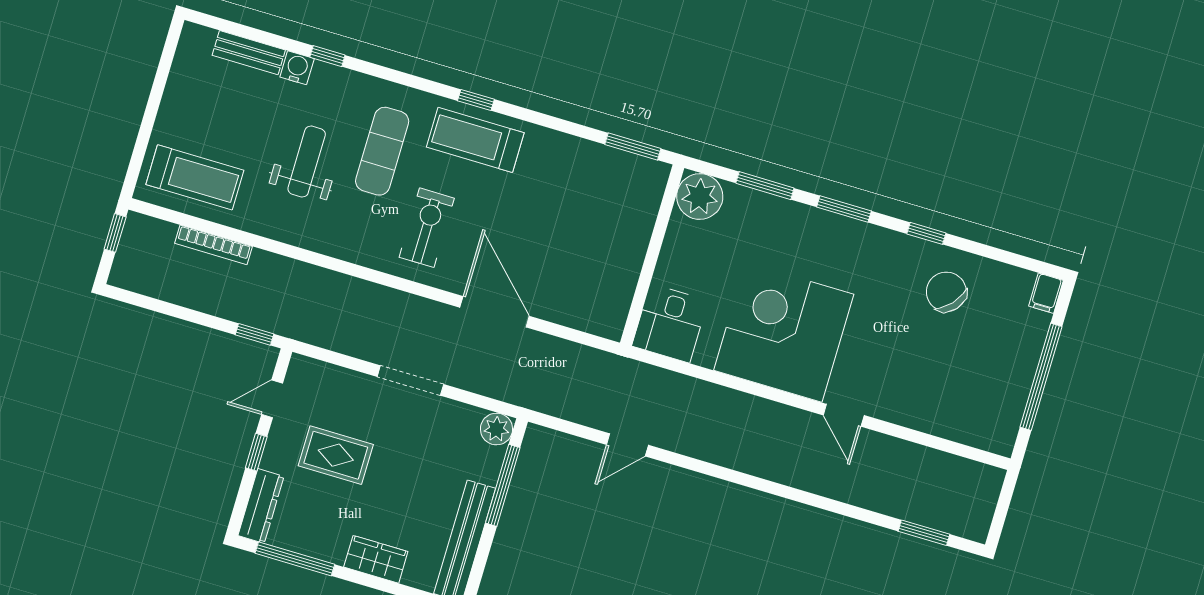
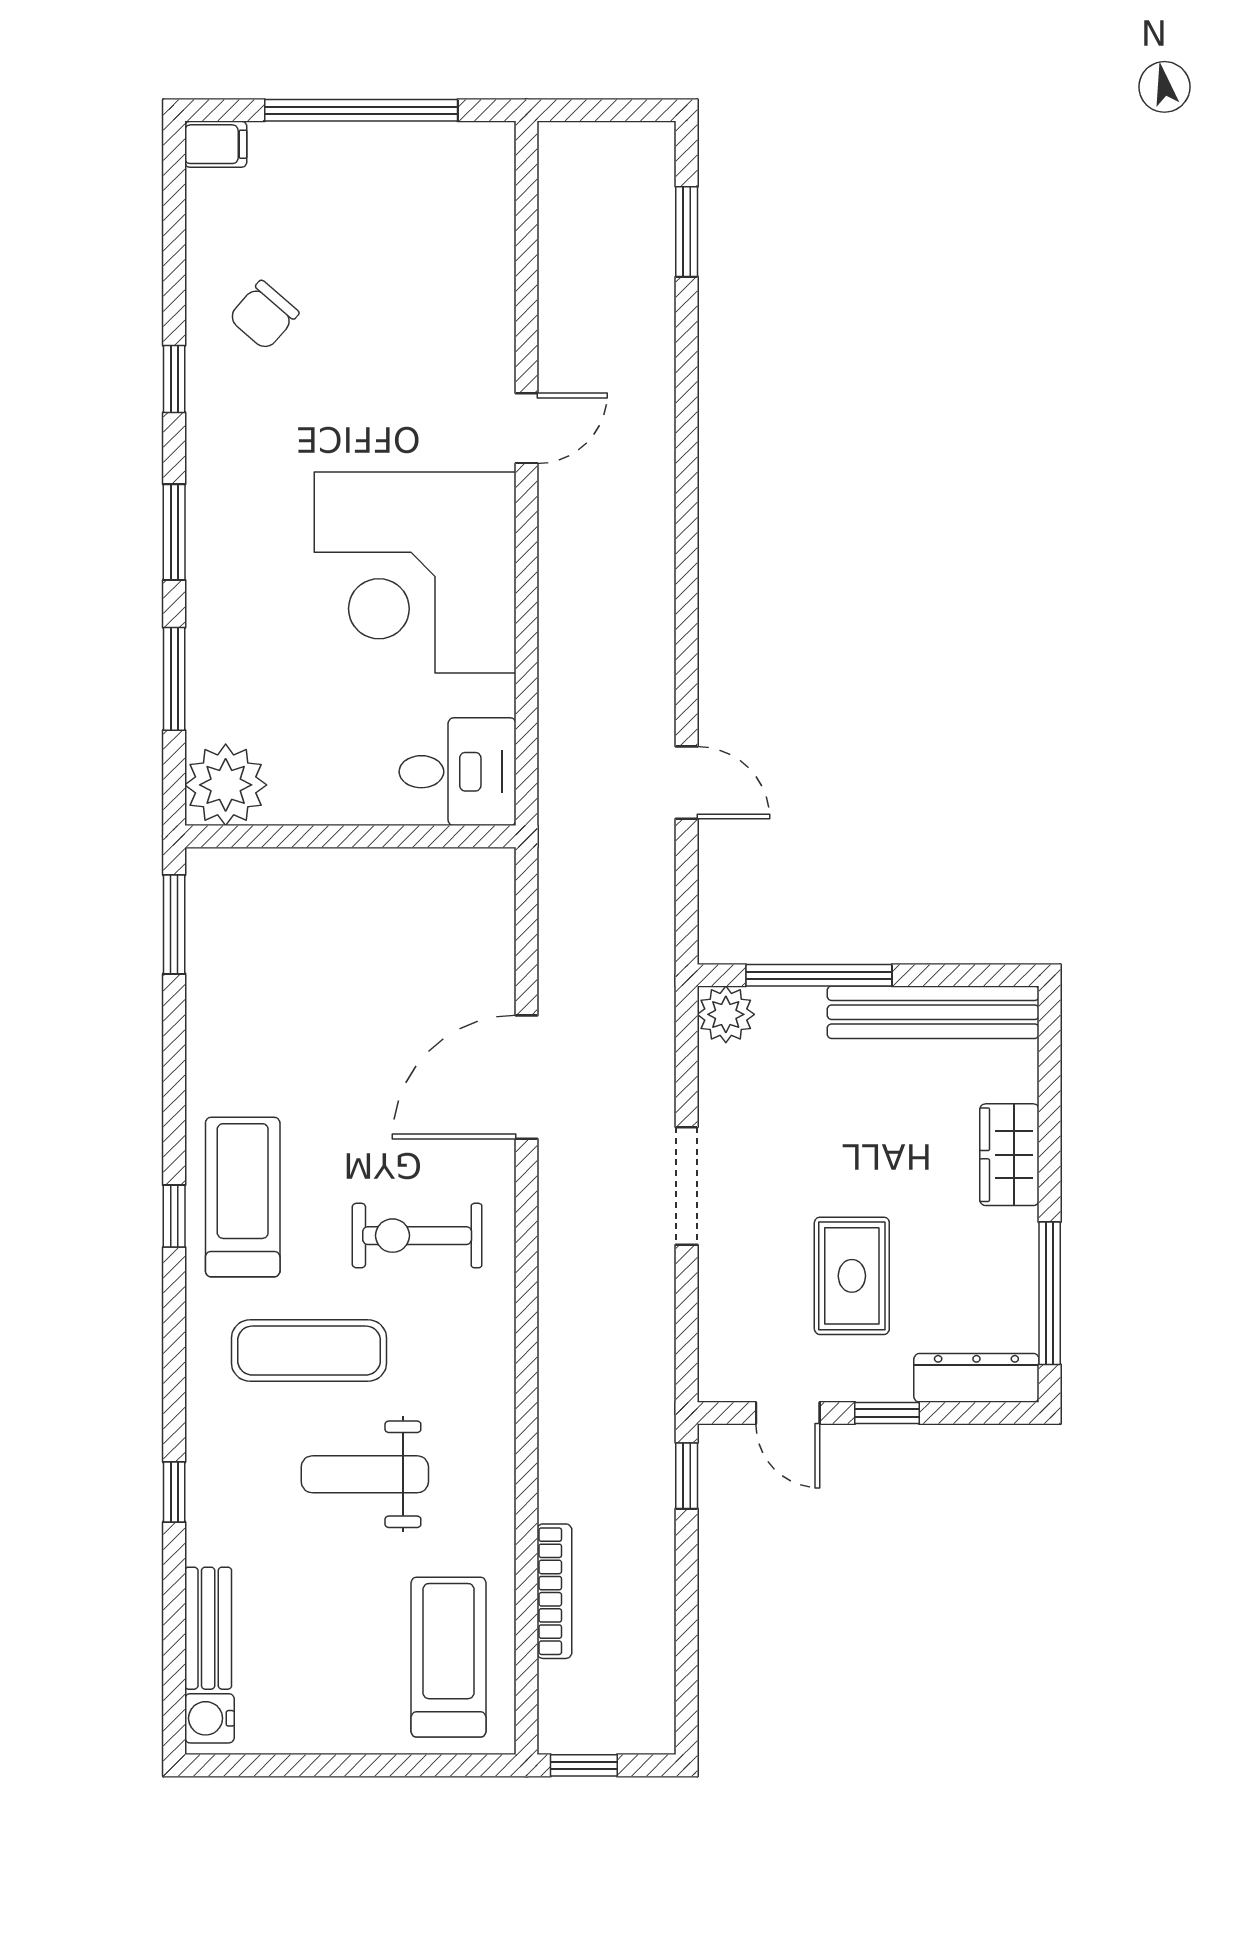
water cooler: (297, 68) -> (209, 1718), moved
treadmill: (475, 140) -> (243, 1197), turned 180
chair: (946, 292) -> (264, 315), width x0.73, depth x0.73

